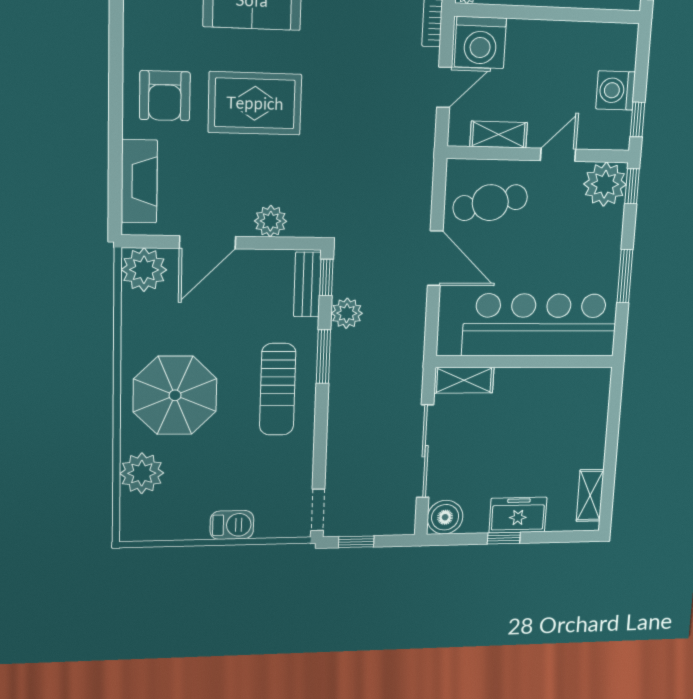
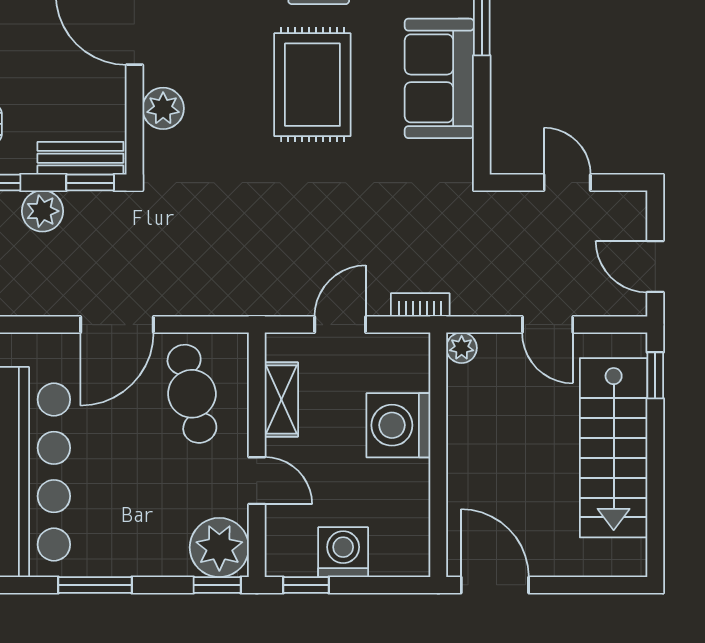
washing machine: (480, 42) -> (398, 425), moved
door: (444, 87) -> (340, 325), swing flipped

